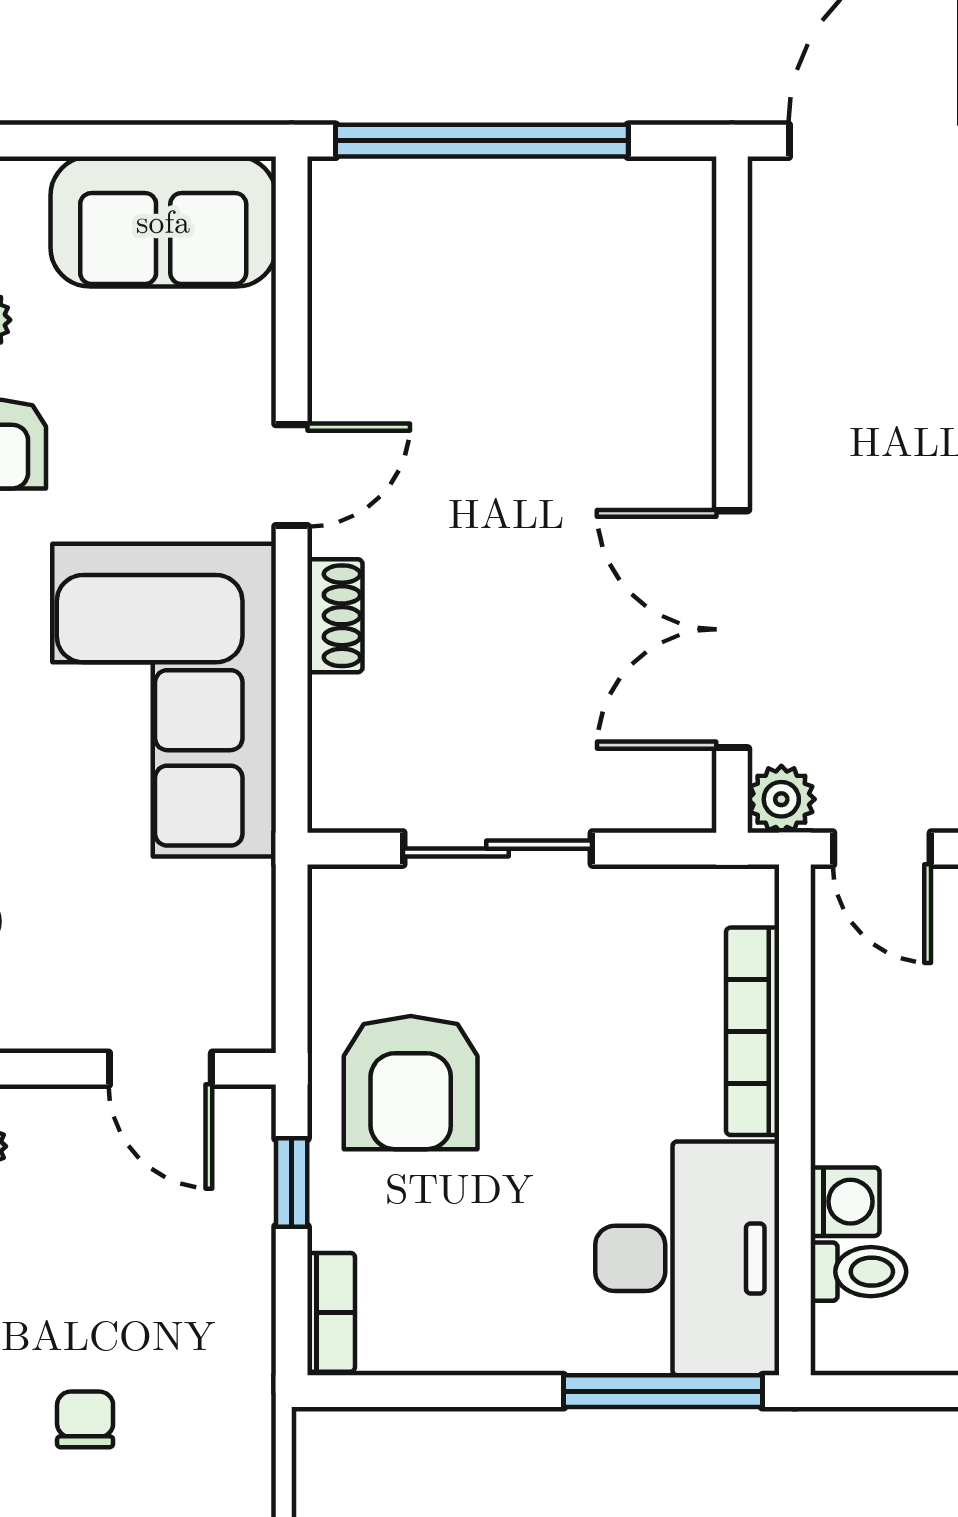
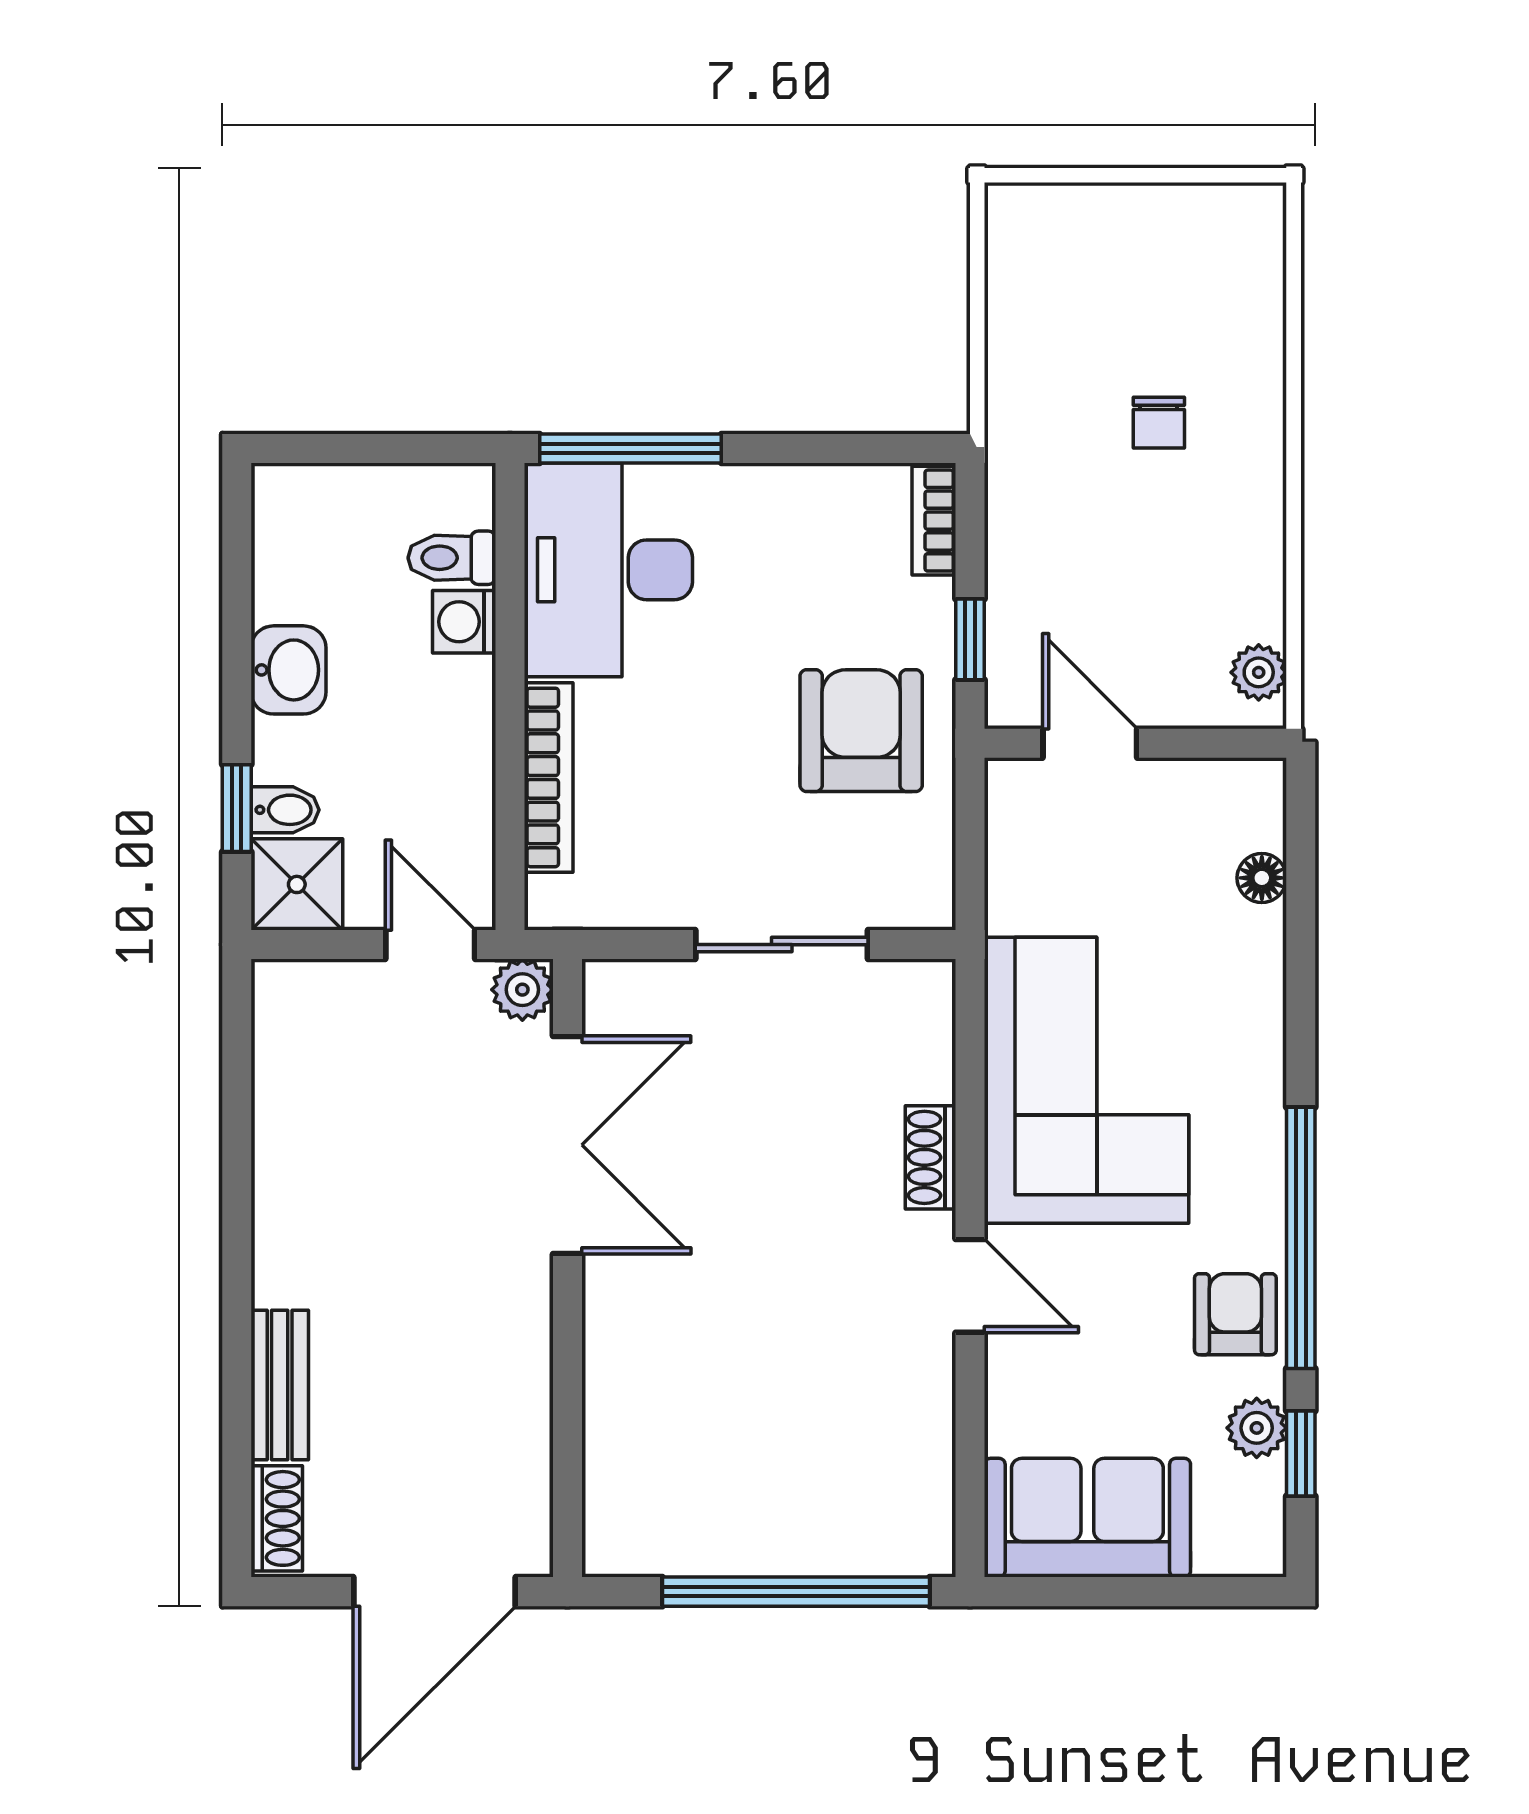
door: (292, 475) -> (970, 1286), swing flipped

